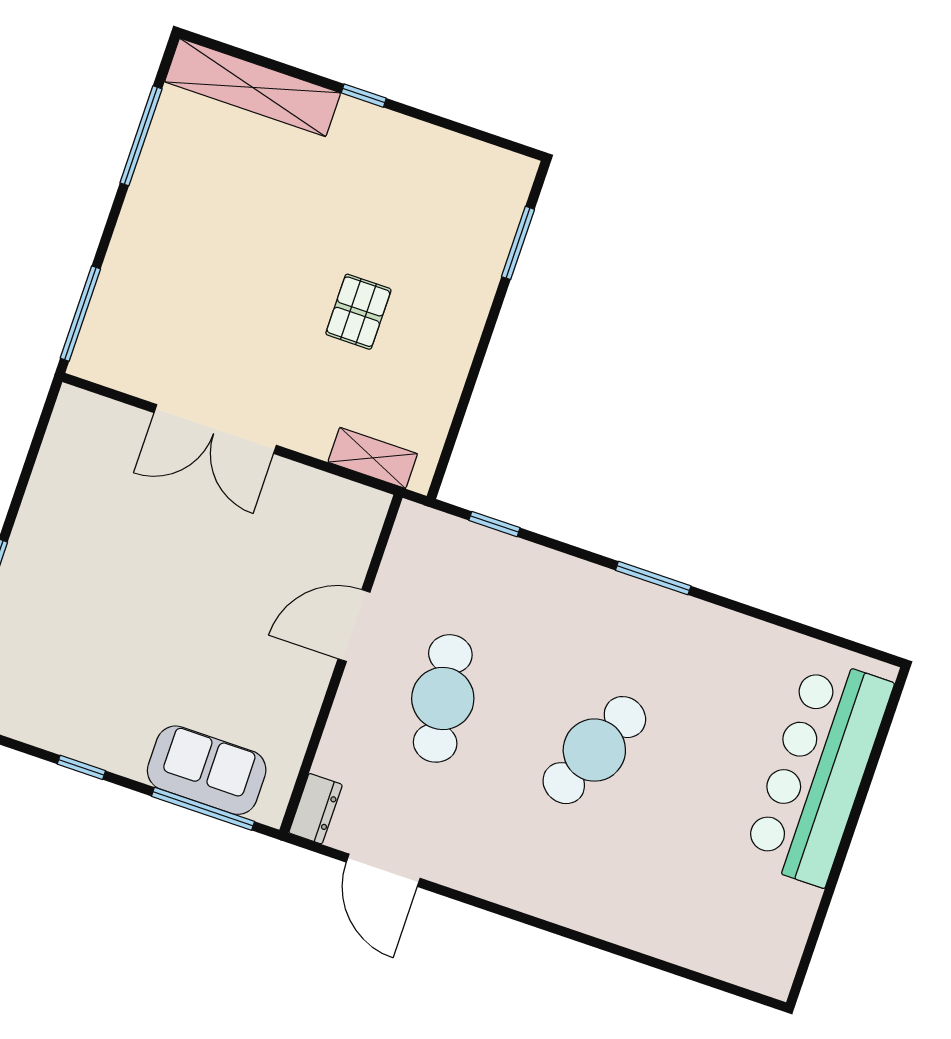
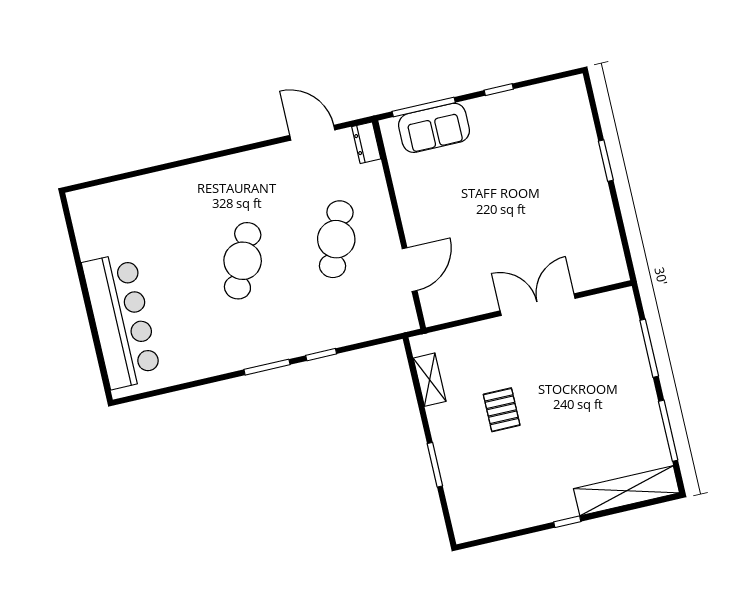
window: (518, 243) -> (435, 465), moved
window: (80, 314) -> (649, 348), moved
shelving: (373, 458) -> (430, 380), moved, turned 90
window: (494, 524) -> (321, 355), moved
door: (354, 626) -> (410, 270), moved
cafe table: (443, 698) -> (336, 239), turned 30

